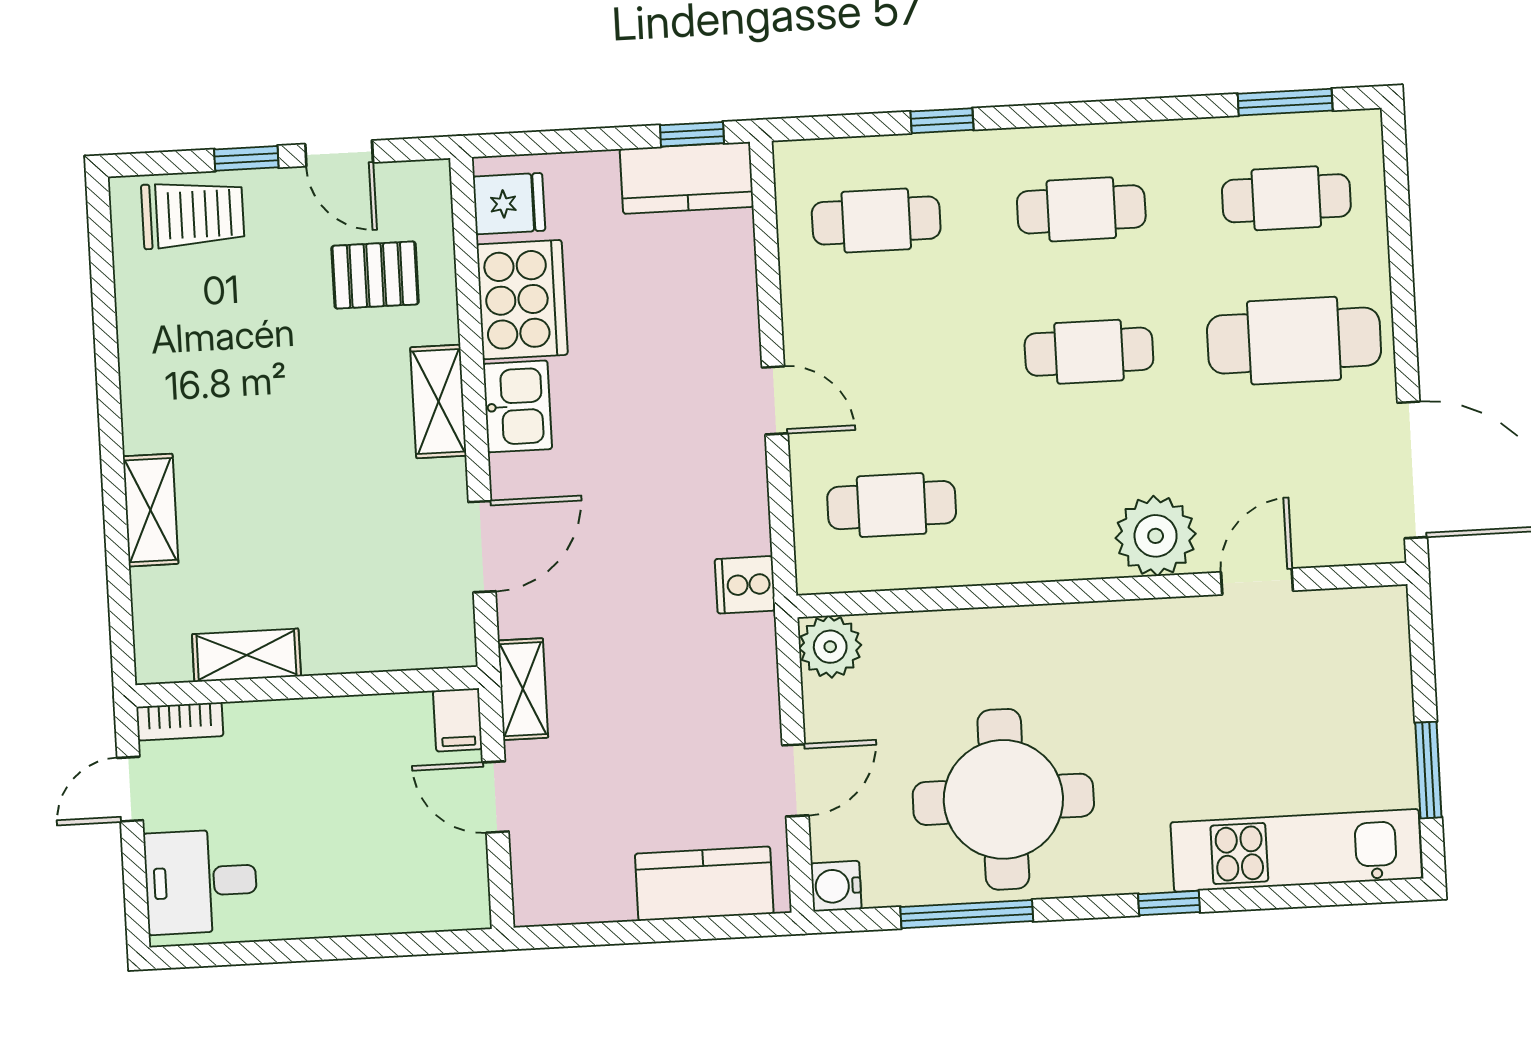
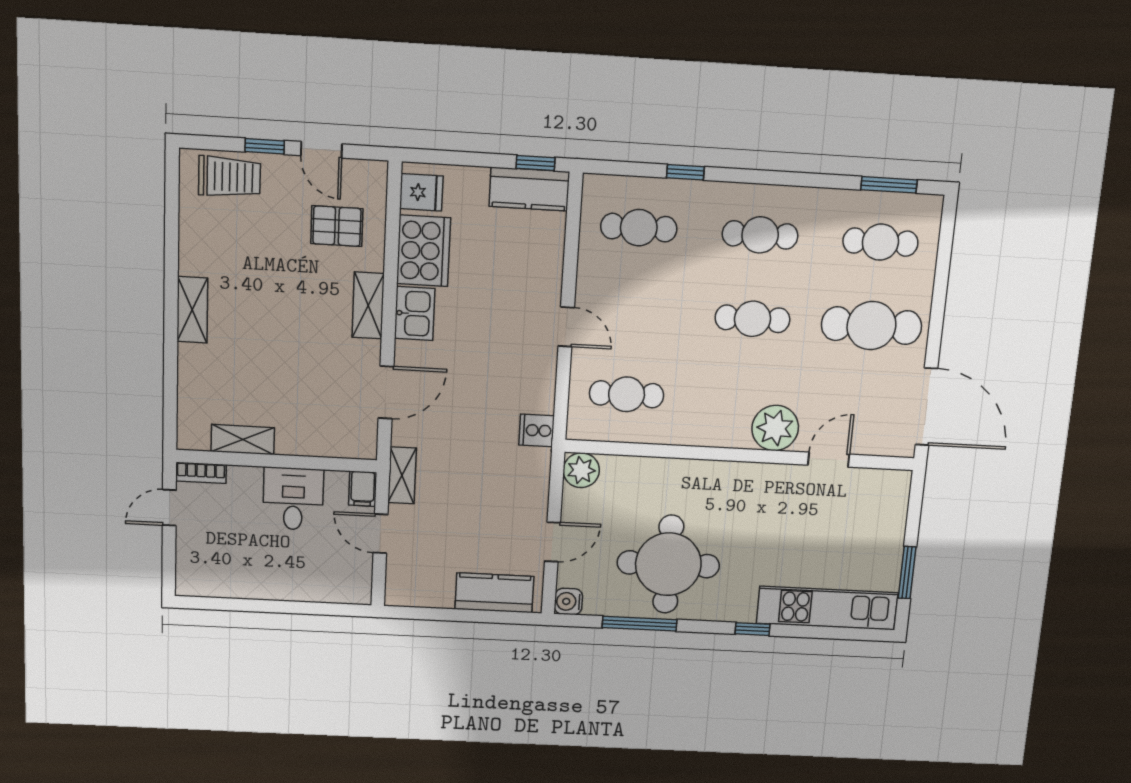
shelving: (151, 510) -> (192, 310), moved
desk: (201, 882) -> (293, 499), moved, turned 90

